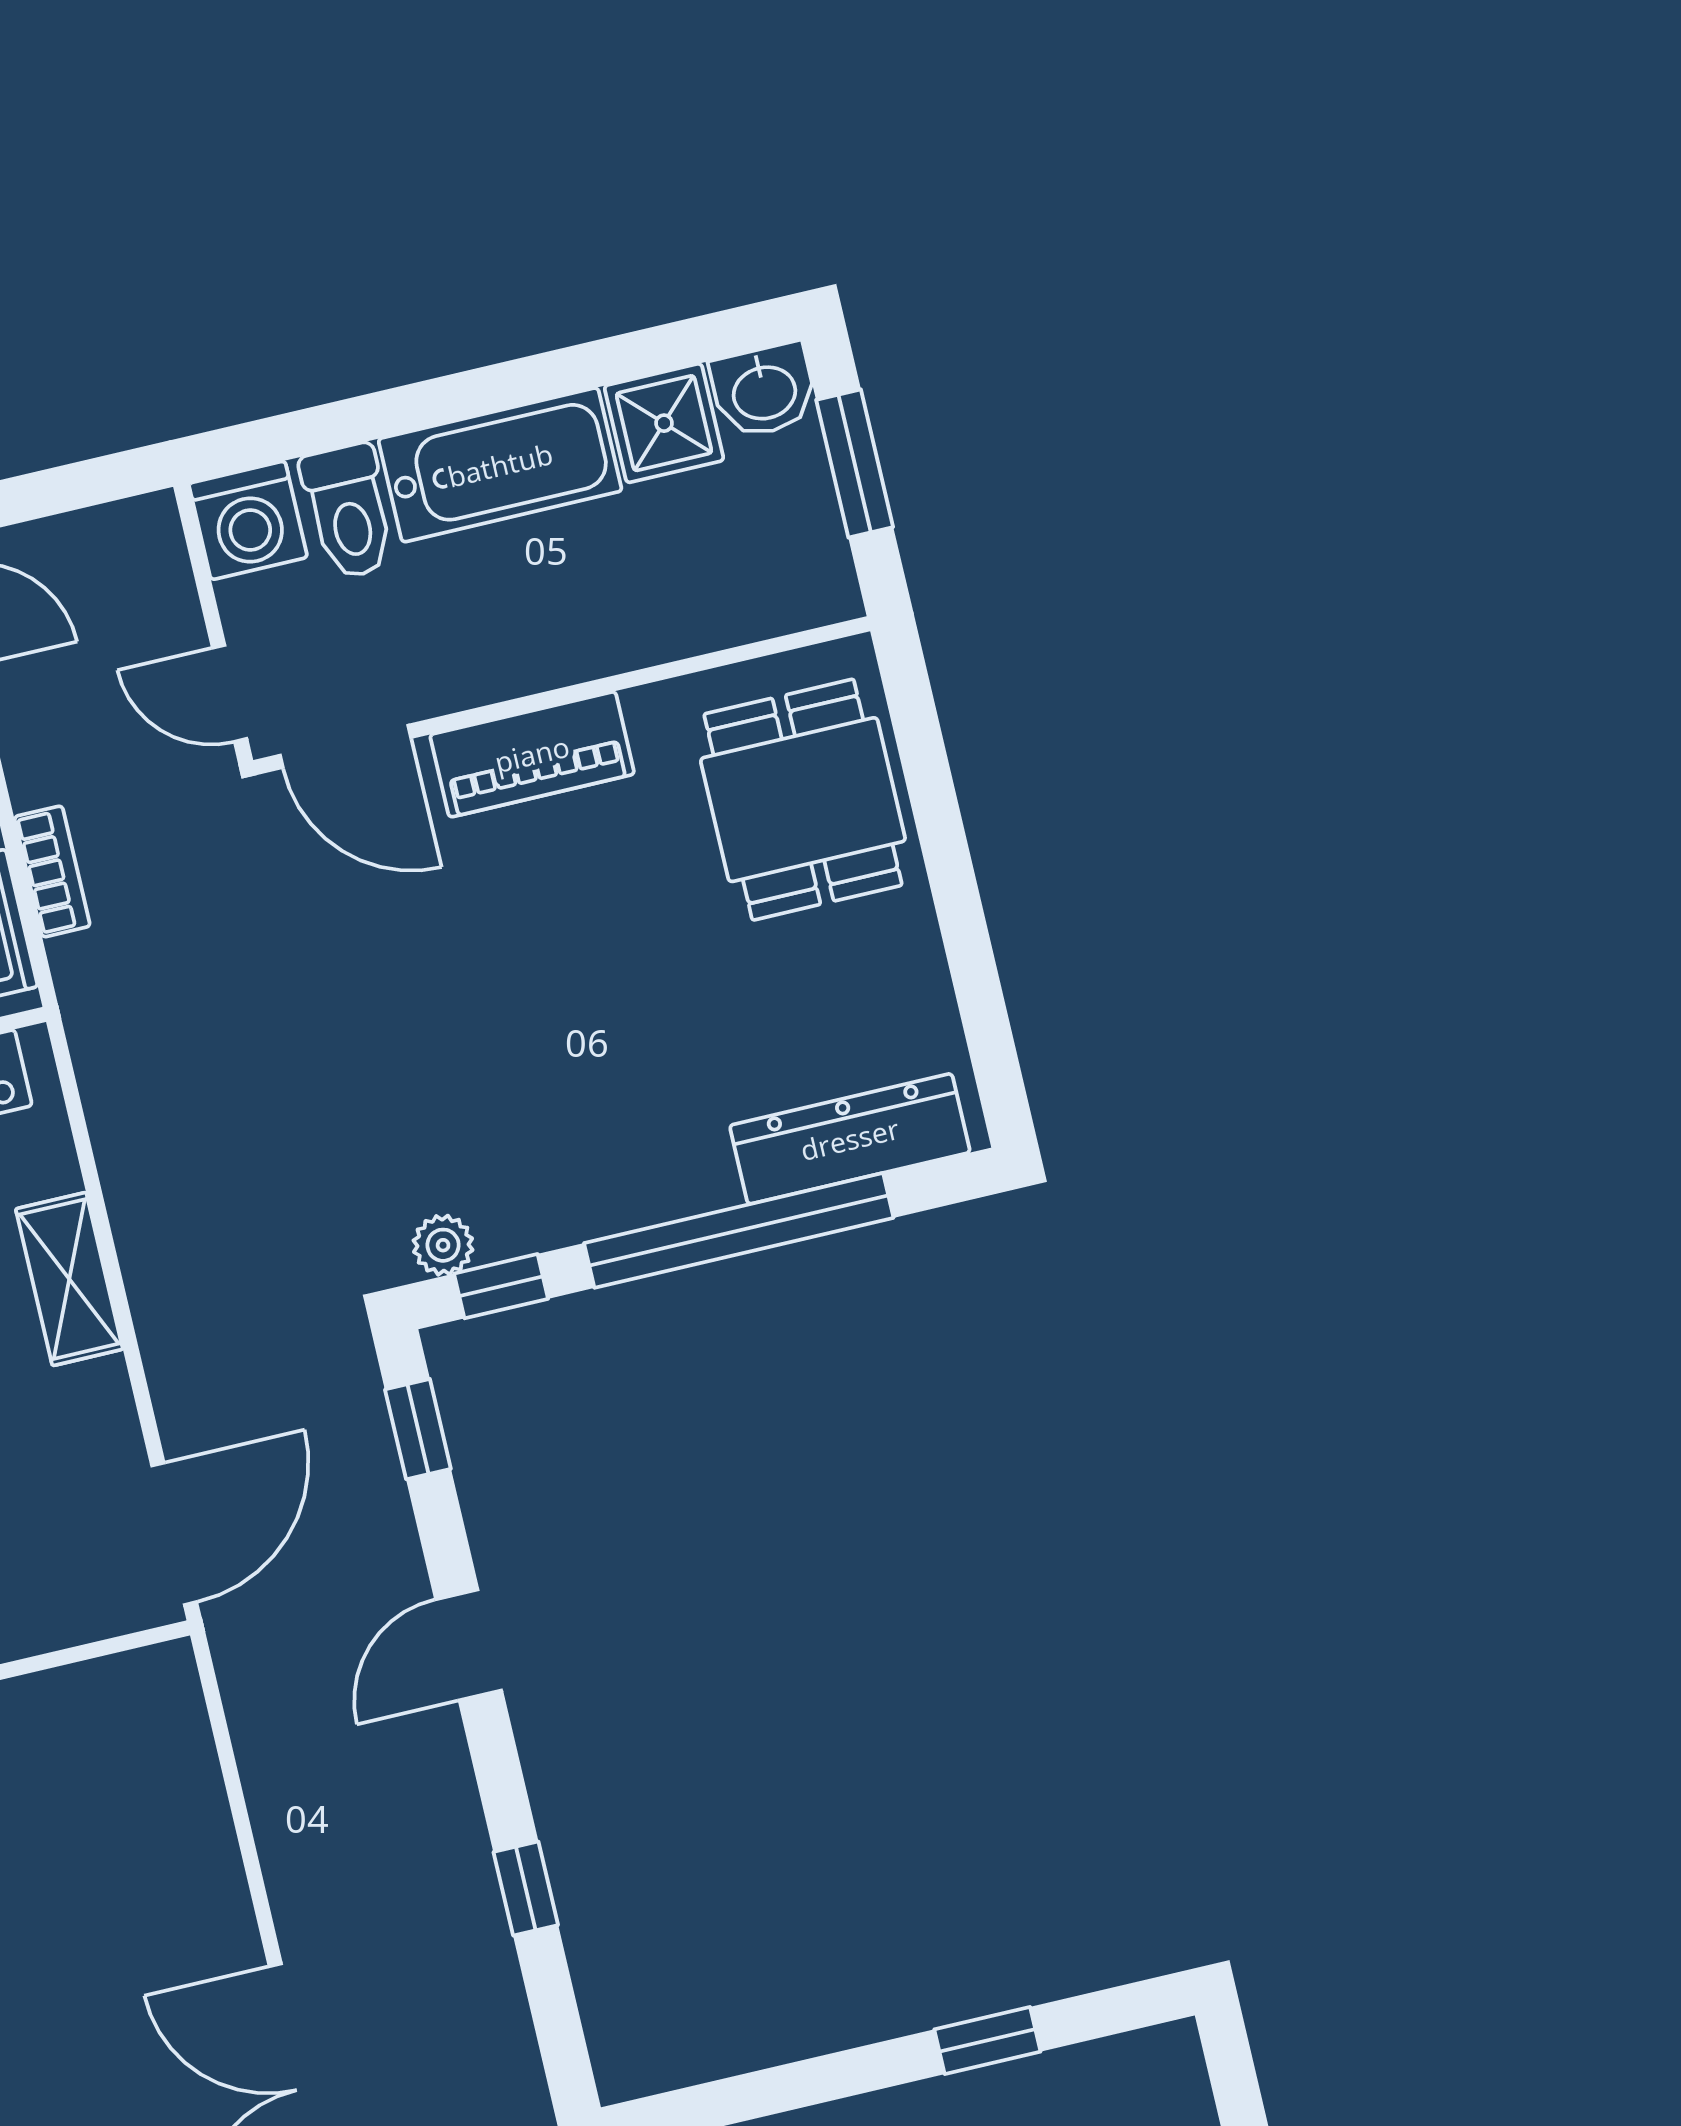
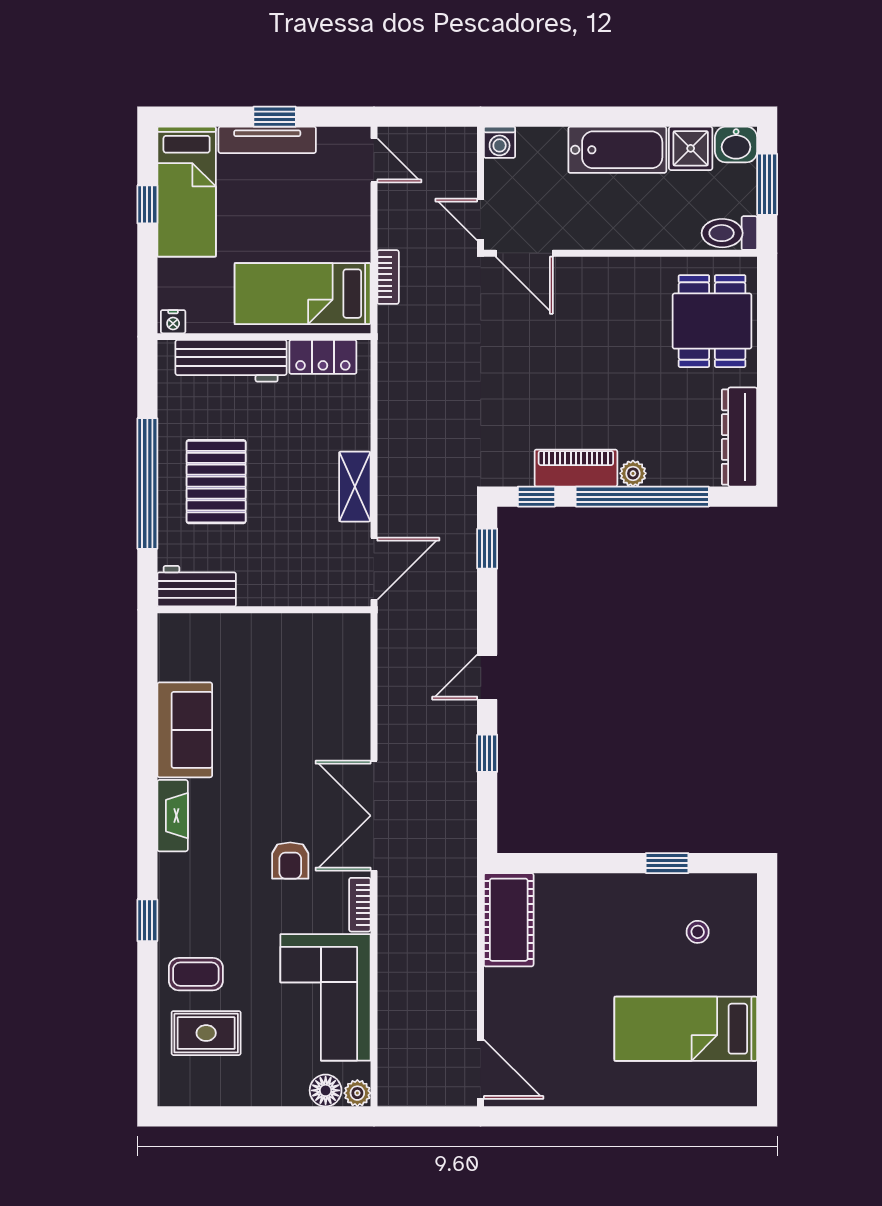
toilet: (349, 511) -> (729, 233), moved, turned 90
washing machine: (248, 520) -> (500, 142), width x0.73, depth x0.73
piano: (532, 754) -> (576, 468), moved, turned 180
dresser: (850, 1139) -> (739, 437), moved, turned -90
plant: (443, 1245) -> (633, 473), moved
shelving: (69, 1279) -> (355, 487), moved
door: (469, 1645) -> (487, 677), moved

